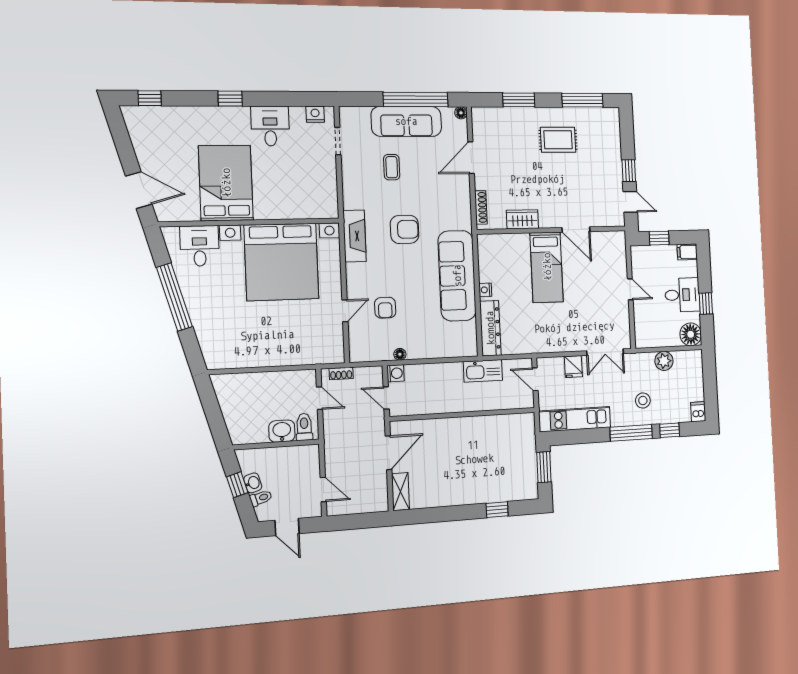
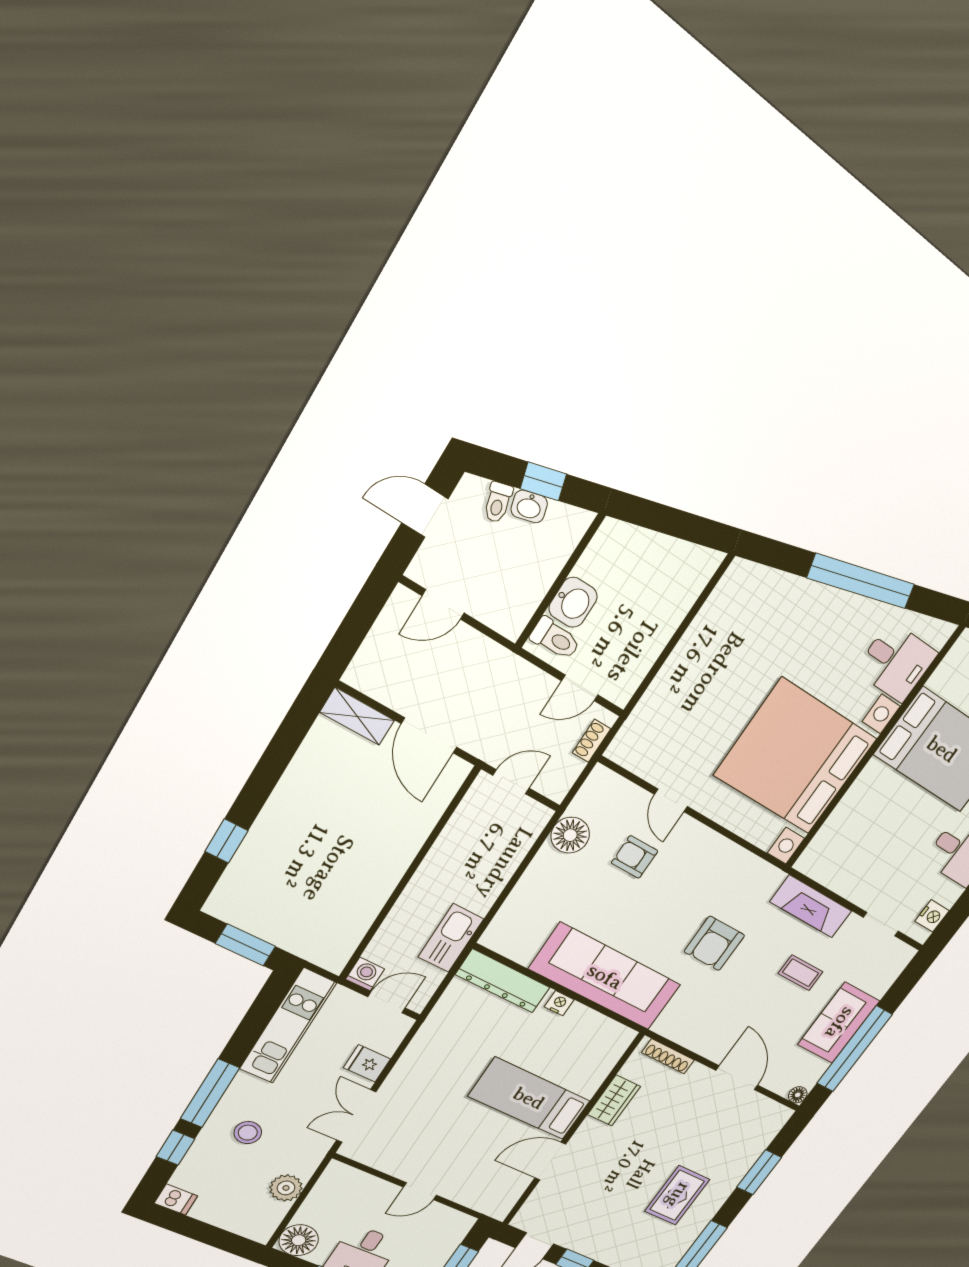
sofa: (406, 121) -> (839, 1023), width x0.73
fireplace: (355, 236) -> (811, 906), moved
floor lamp: (400, 354) -> (570, 835), width x1.89, depth x1.89
washing machine: (396, 373) -> (365, 974), moved, turned 180

